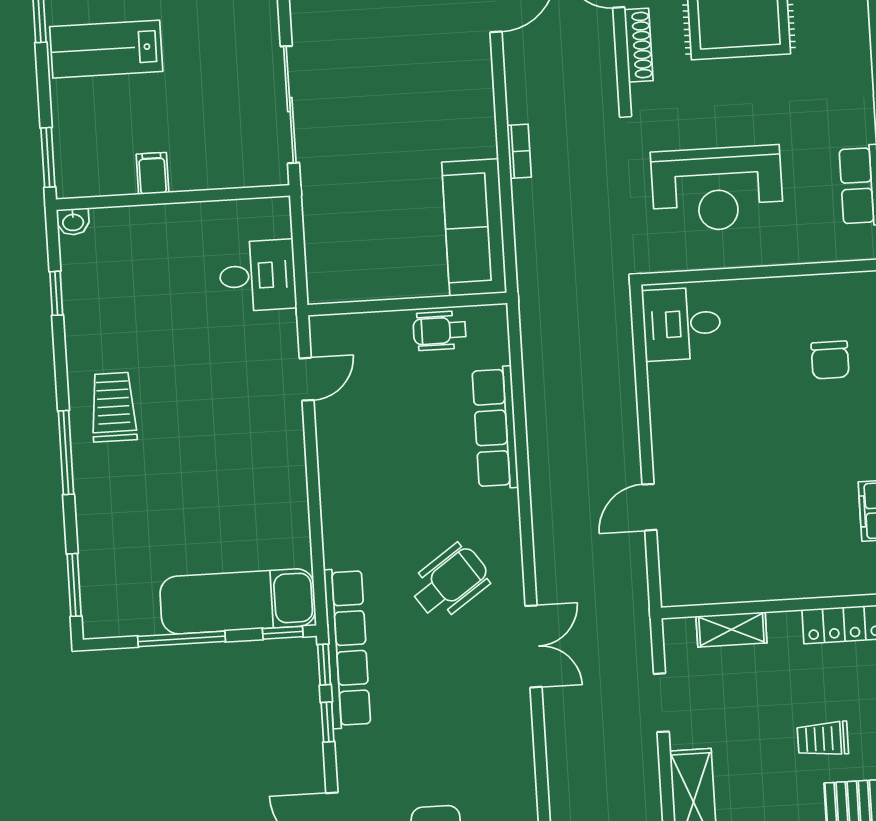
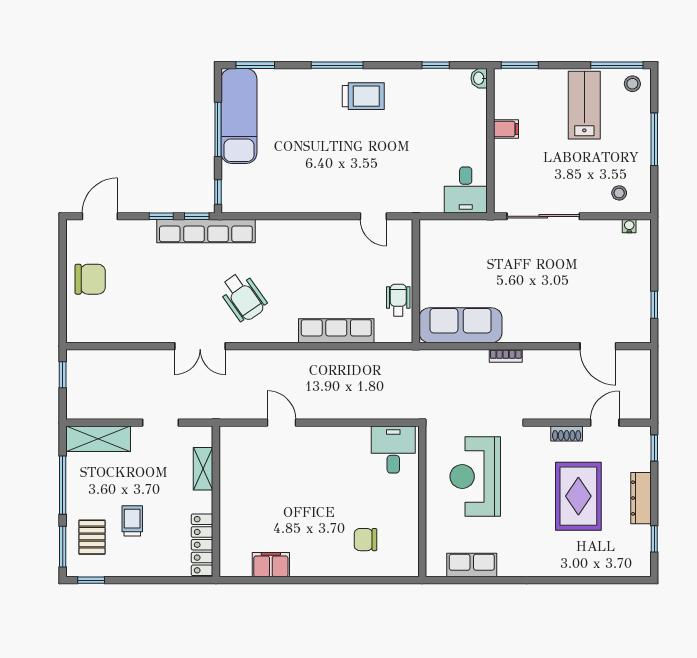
shoe rack: (639, 45) -> (567, 433), width x0.70
desk: (258, 276) -> (466, 190), moved
exam couch: (238, 601) -> (239, 116), moved

